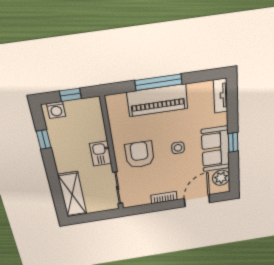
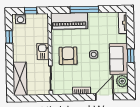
piano: (157, 100) -> (69, 21), moved

